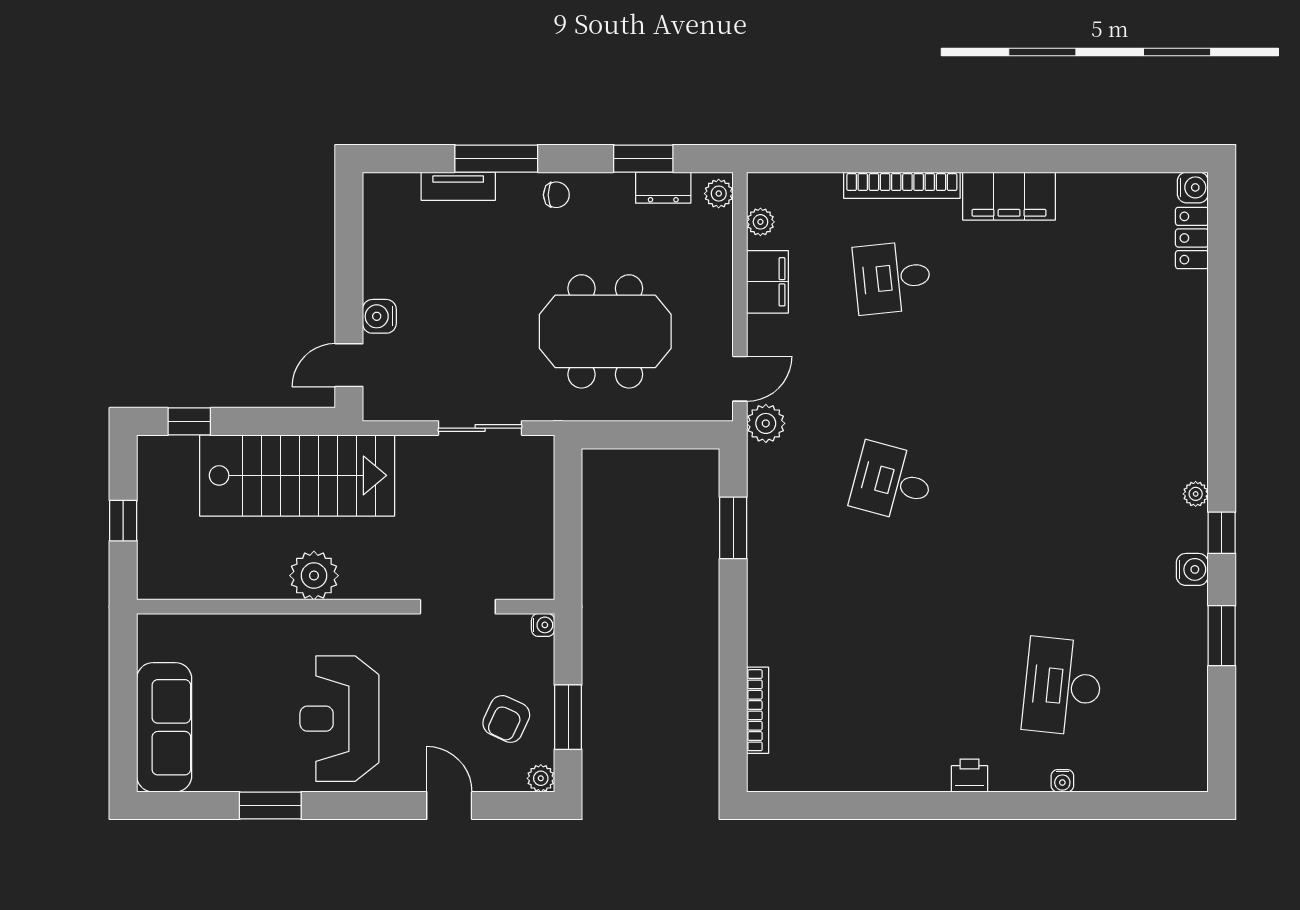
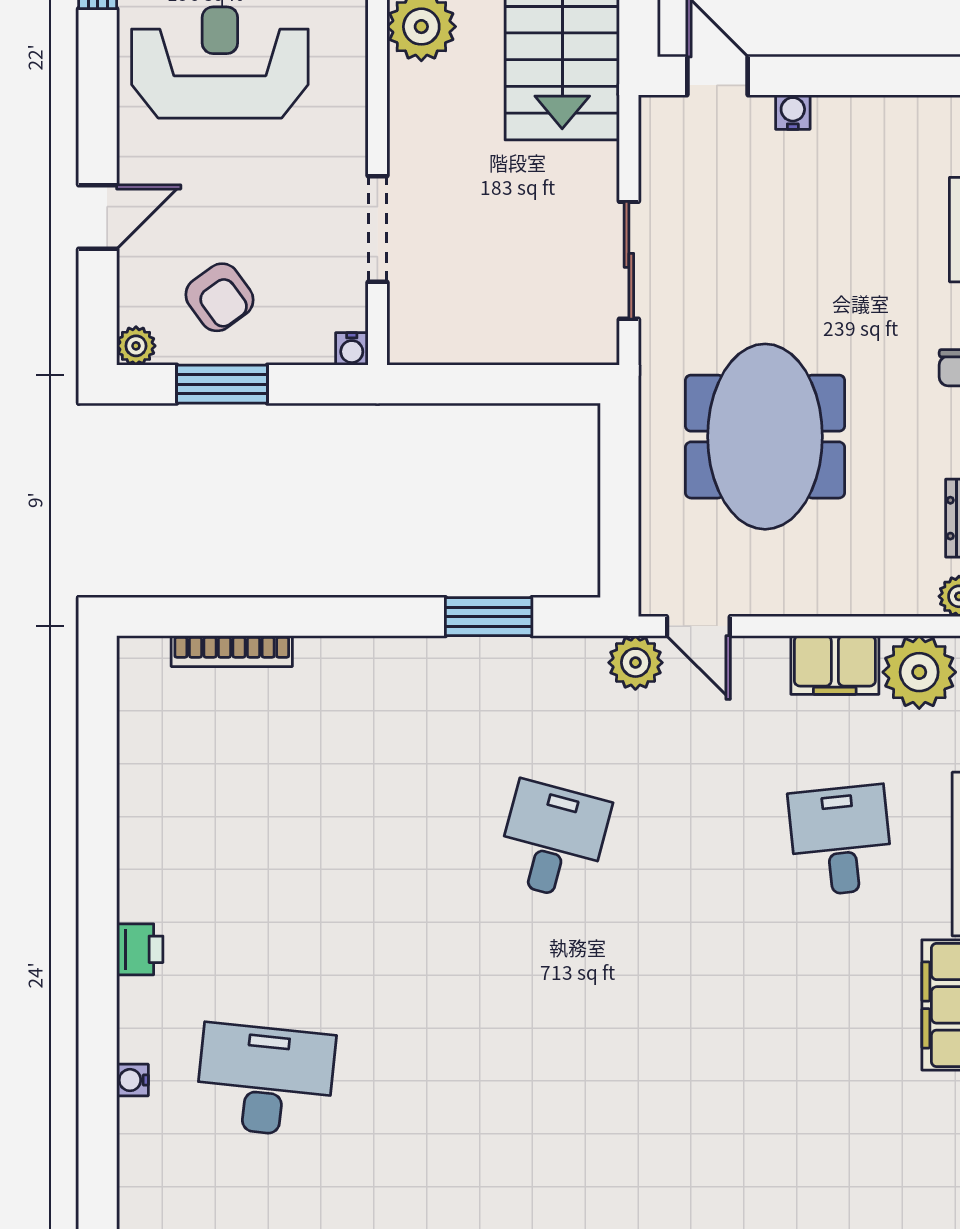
plant: (760, 222) -> (919, 672), width x1.88, depth x1.88
water cooler: (379, 316) -> (793, 112), width x0.72, depth x0.72
armchair: (506, 719) -> (219, 297), turned -151

